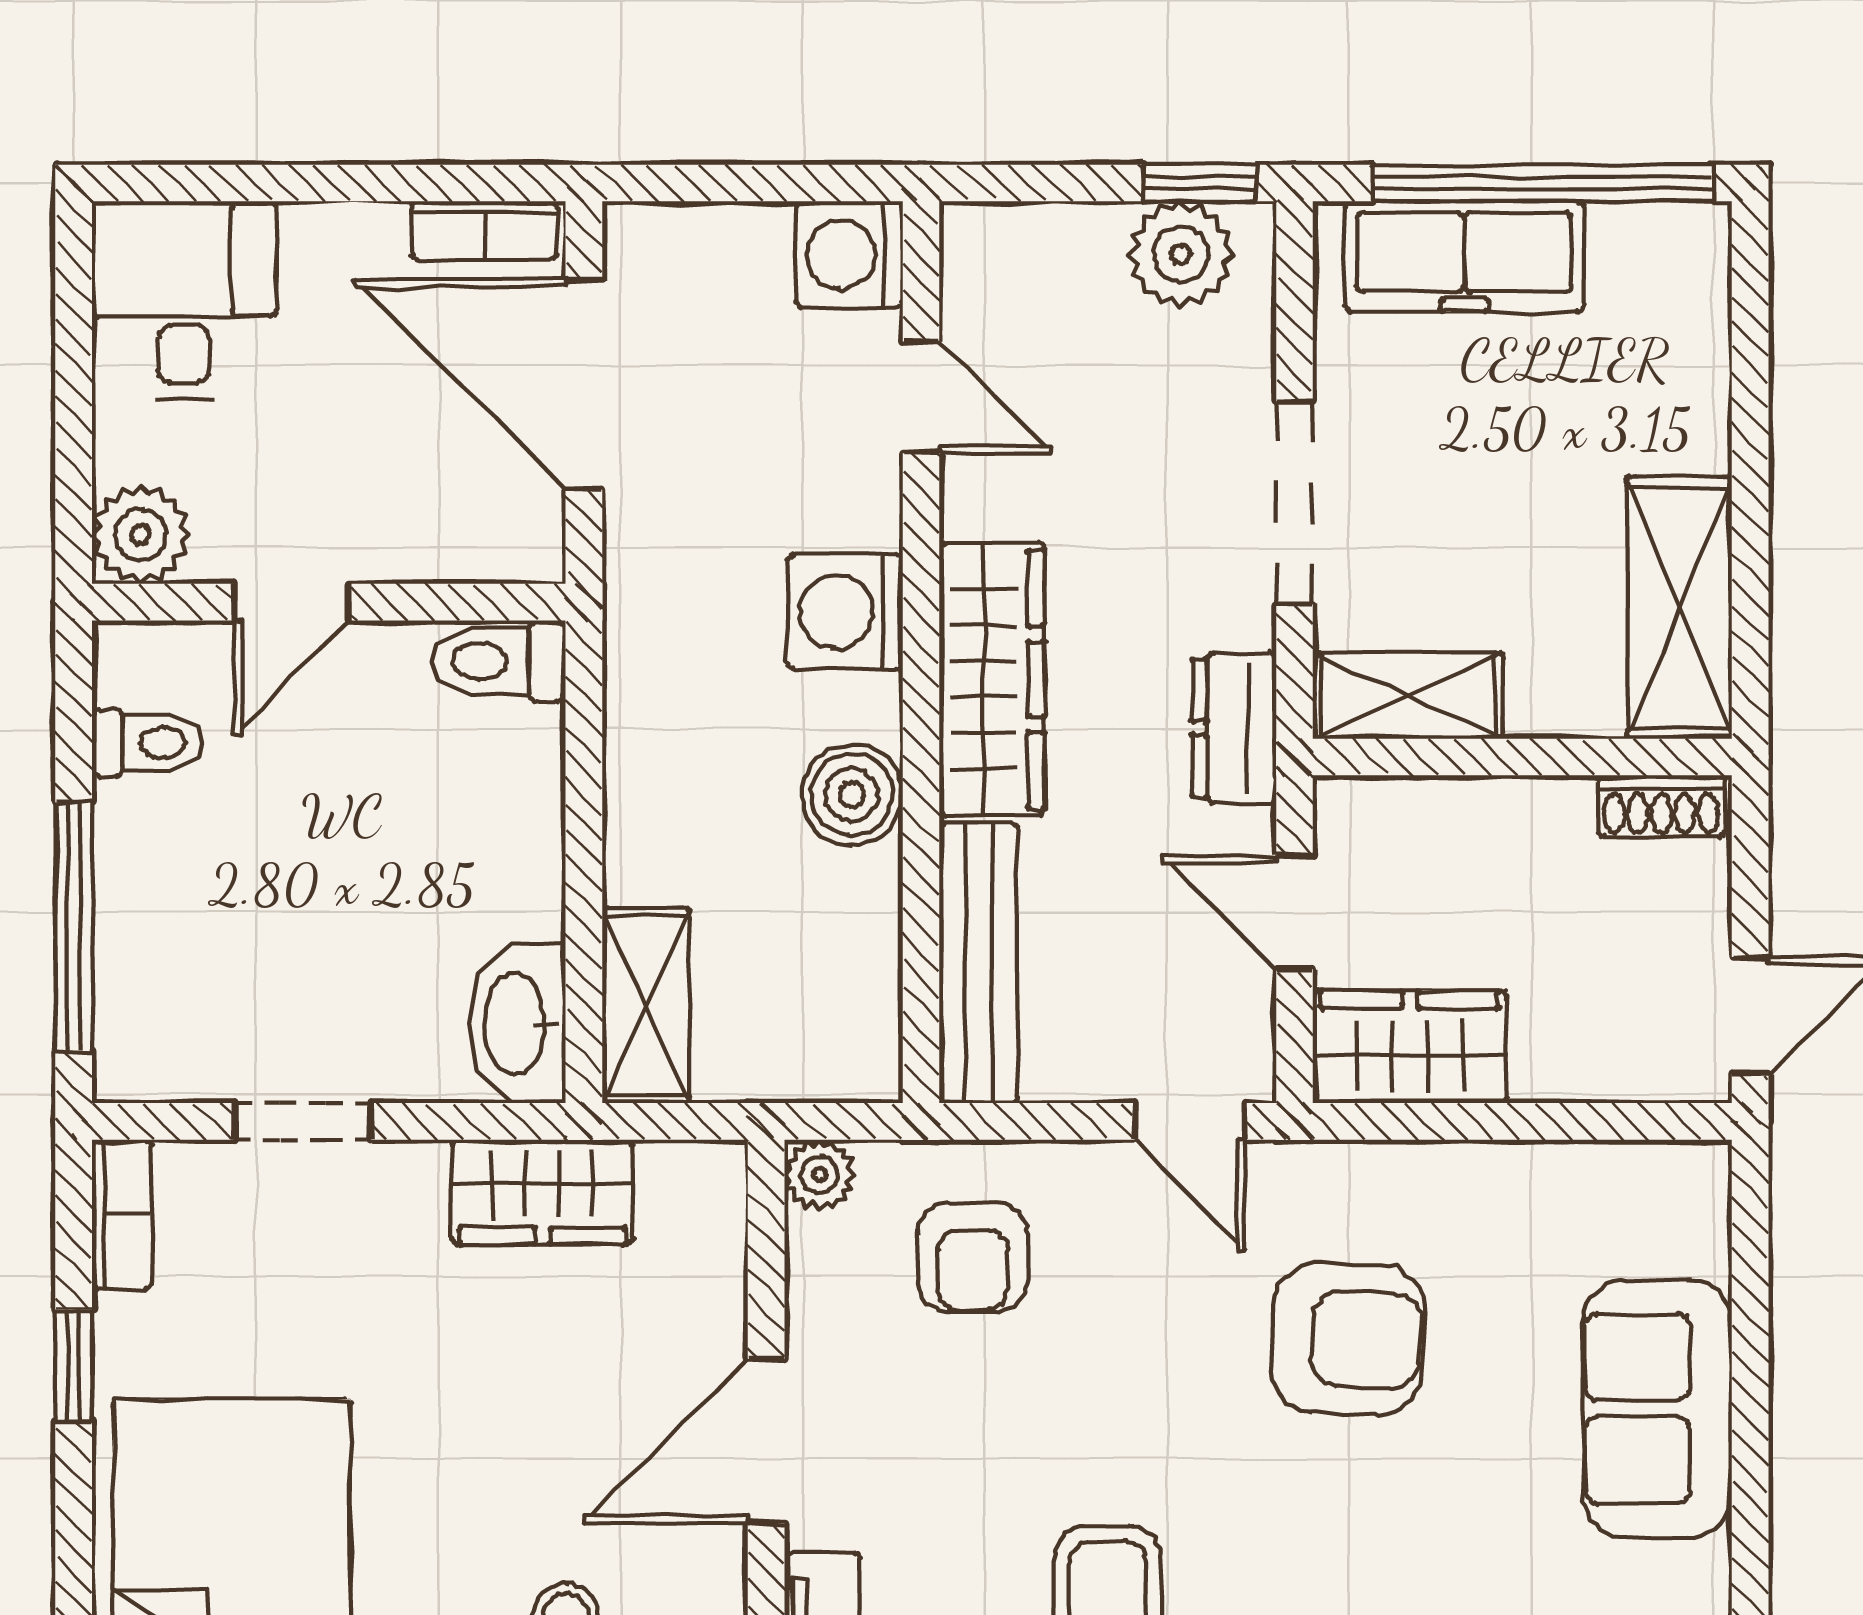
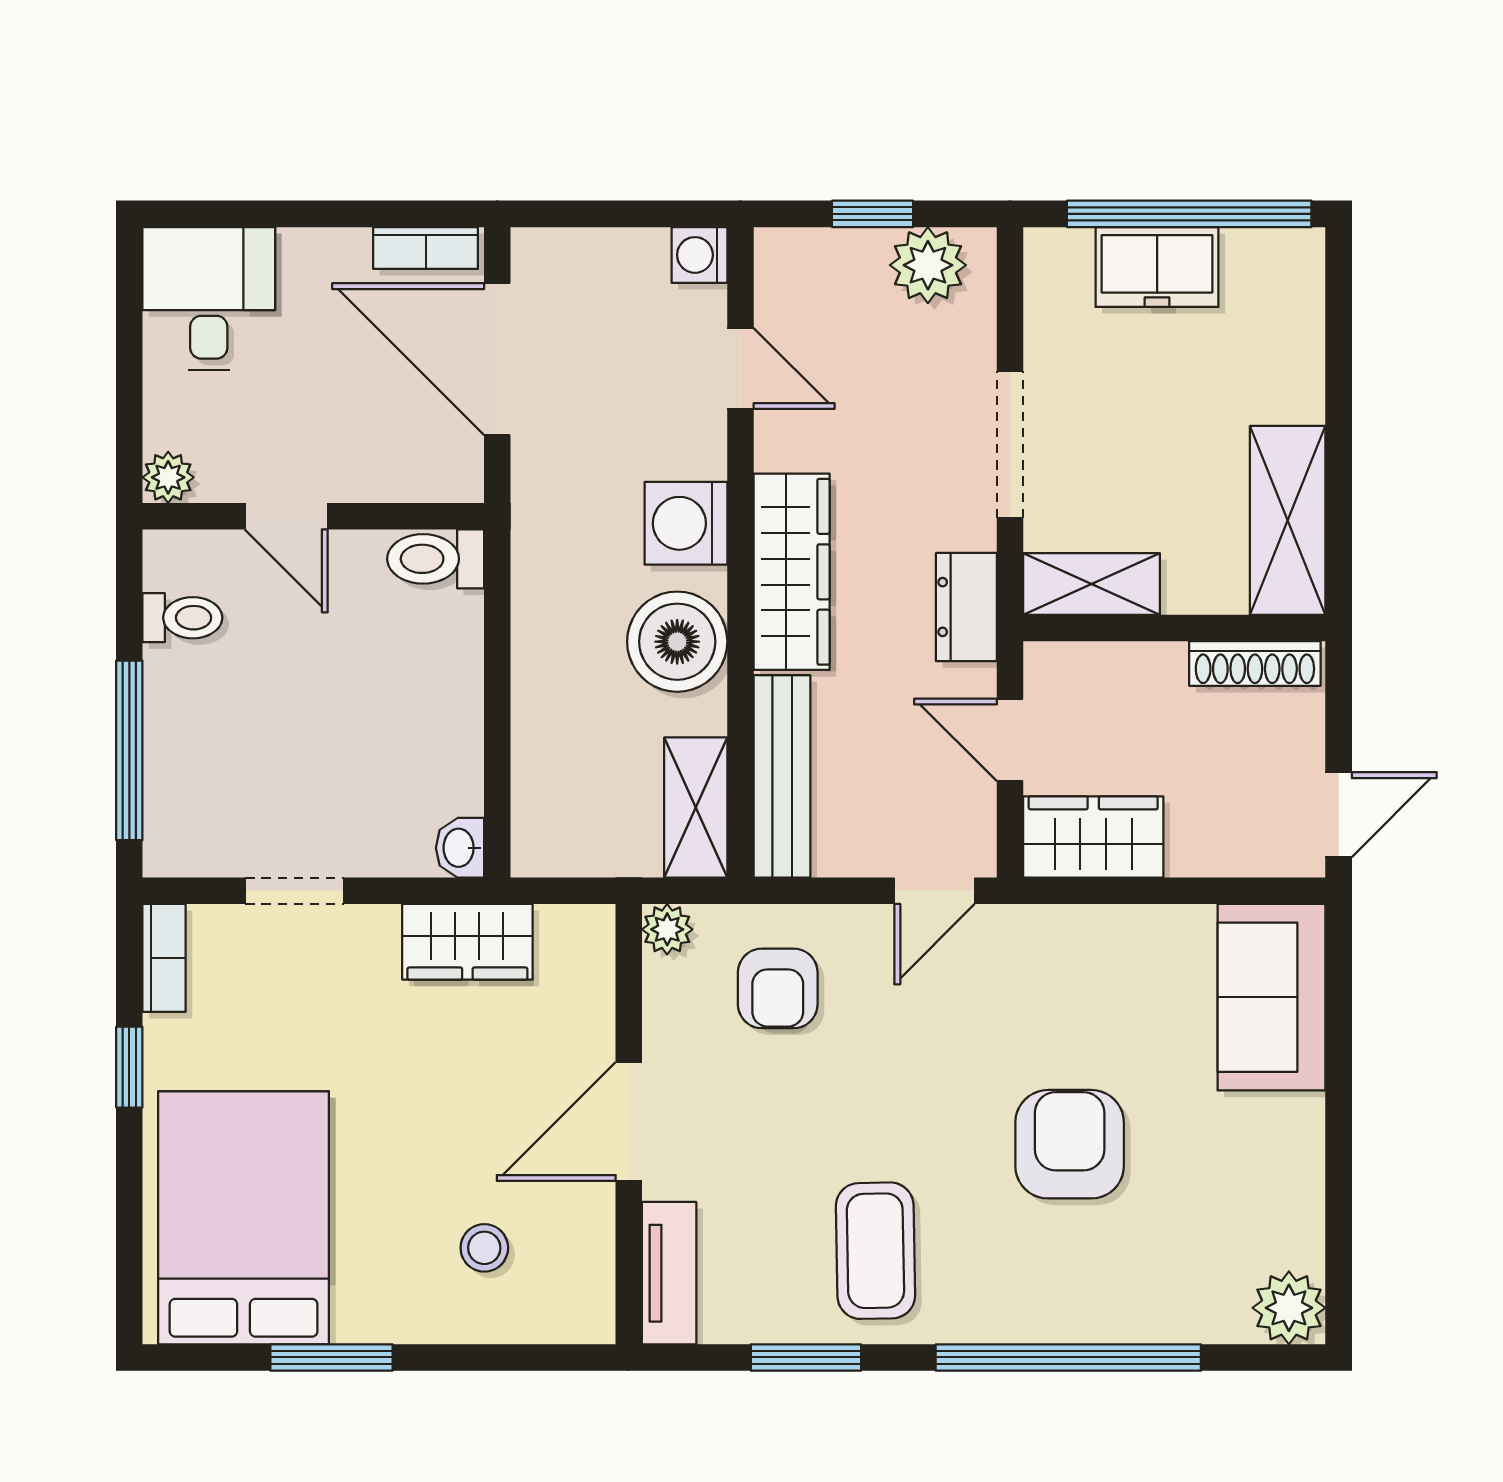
window: (1200, 183) -> (873, 214), moved
washing machine: (849, 255) -> (699, 255), width x0.73, depth x0.73
freezer: (1464, 257) -> (1157, 267), width x0.71
plant: (141, 535) -> (168, 477), width x0.73, depth x0.73
door: (291, 602) -> (286, 516), hinge flipped
boiler: (852, 795) -> (677, 642), width x1.37, depth x1.37
shoe rack: (1661, 806) -> (1255, 663), width x1.43
shelving: (646, 1006) -> (696, 808), moved
washbasin: (517, 1024) -> (460, 848), width x0.52, depth x0.69
door: (1190, 1121) -> (935, 891), hinge flipped
armchair: (1348, 1339) -> (1070, 1144), moved, turned -93
sofa: (1657, 1409) -> (1272, 997), moved

